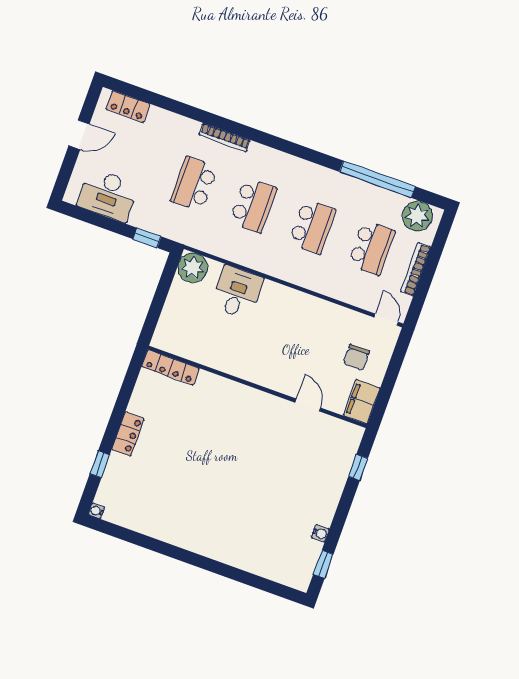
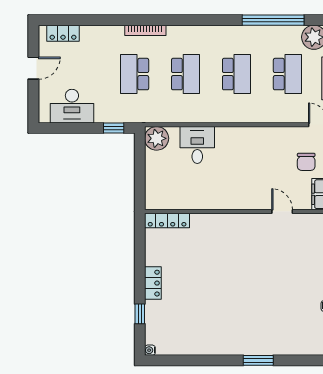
window: (218, 568) -> (258, 360), added

